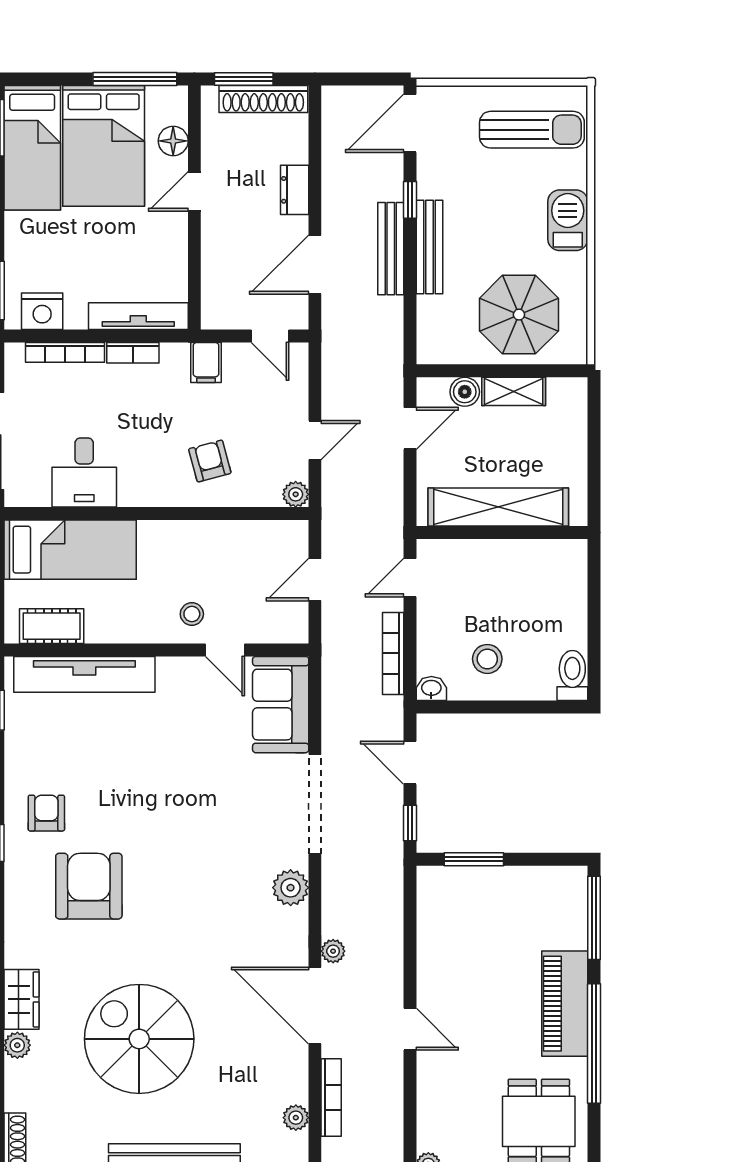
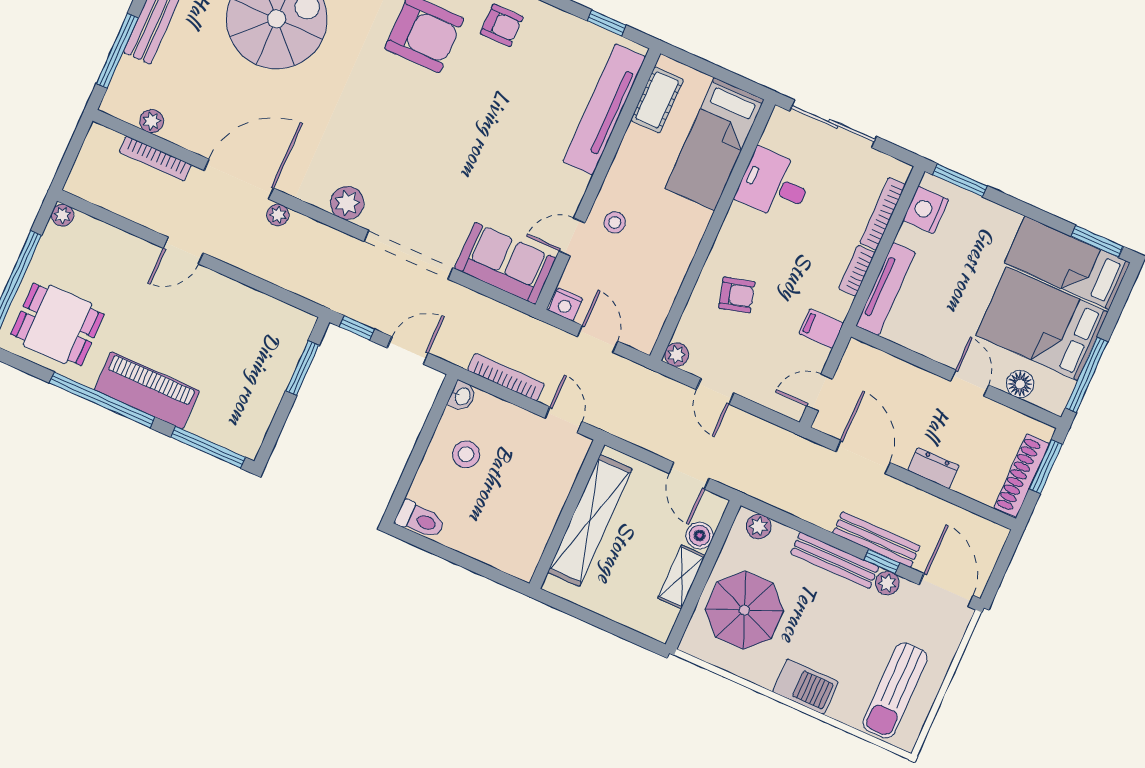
plant: (429, 185) -> (887, 583), added
bench: (391, 249) -> (876, 540), moved
plant: (430, 337) -> (759, 526), added
nightstand: (295, 627) -> (565, 304), added

